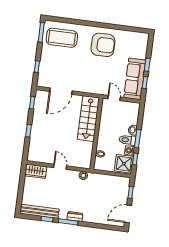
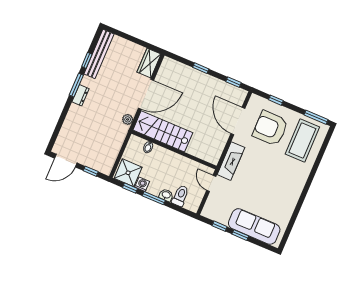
armchair: (103, 45) -> (270, 128), moved, turned 90
sofa: (135, 79) -> (254, 226), moved
fireplace: (93, 88) -> (231, 161), added
door: (114, 98) -> (211, 183), swing flipped
stairs: (88, 119) -> (163, 131), moved
toilet: (127, 140) -> (180, 196), moved
door: (60, 167) -> (146, 94), width x1.87
door: (128, 214) -> (66, 161), swing flipped

